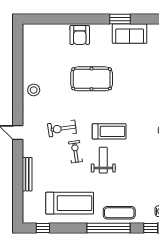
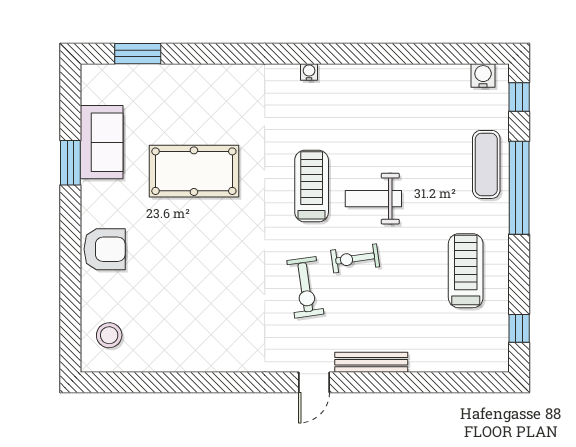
pool table: (92, 79) -> (194, 171), moved, turned 90
stool: (34, 90) -> (109, 335), moved
bench: (27, 174) -> (371, 362), moved
treadmill: (70, 203) -> (466, 271), width x0.73, depth x0.73

